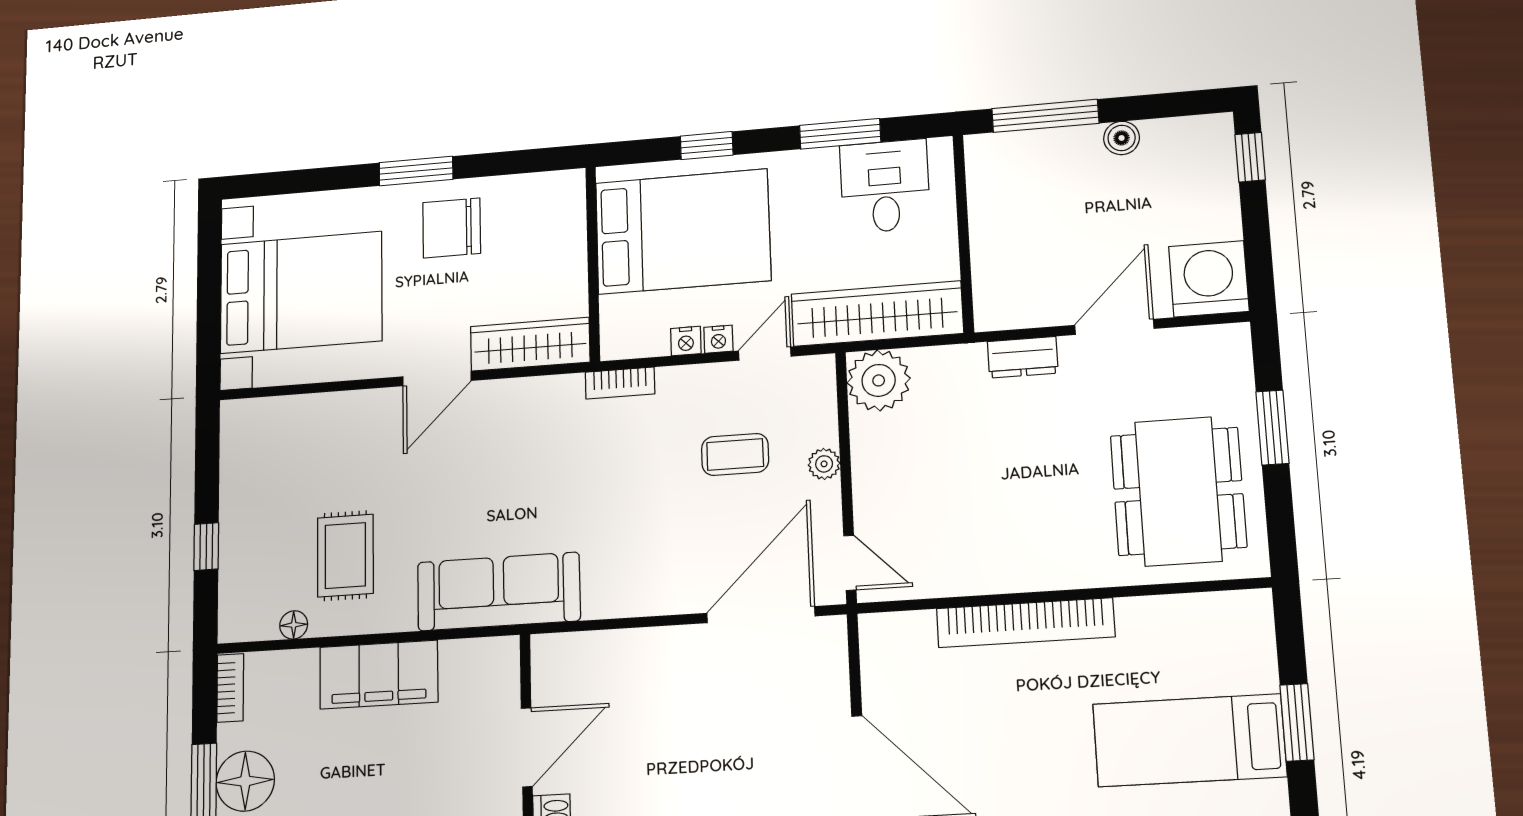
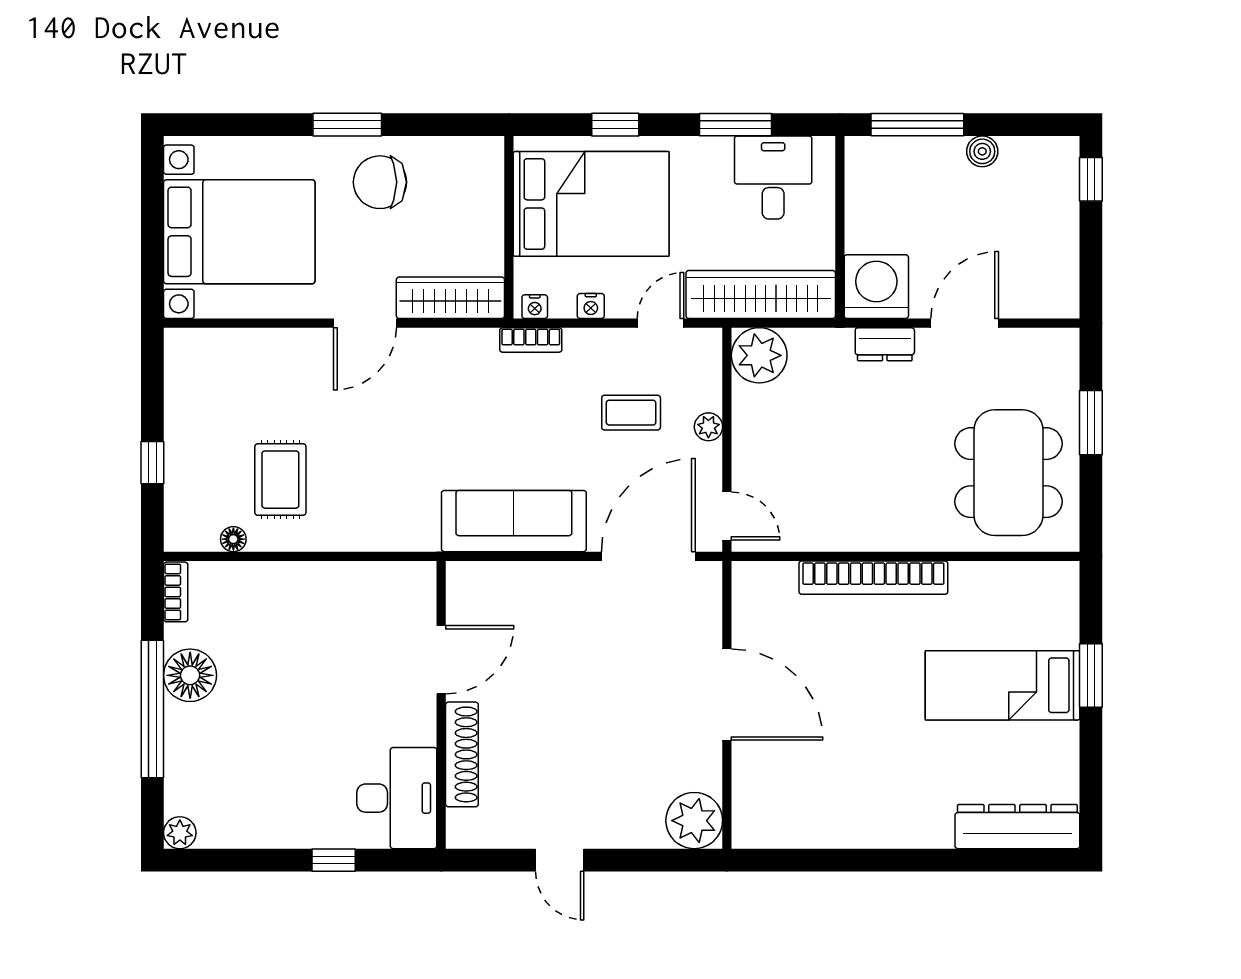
washing machine: (1209, 279) -> (876, 287), moved
nightstand: (718, 339) -> (535, 307), moved
sofa: (499, 592) -> (514, 521), moved
filing cabinet: (379, 675) -> (310, 588), removed

